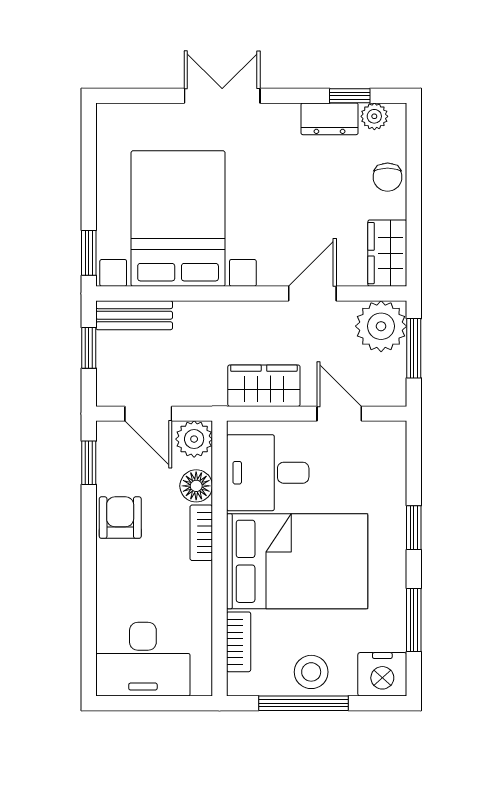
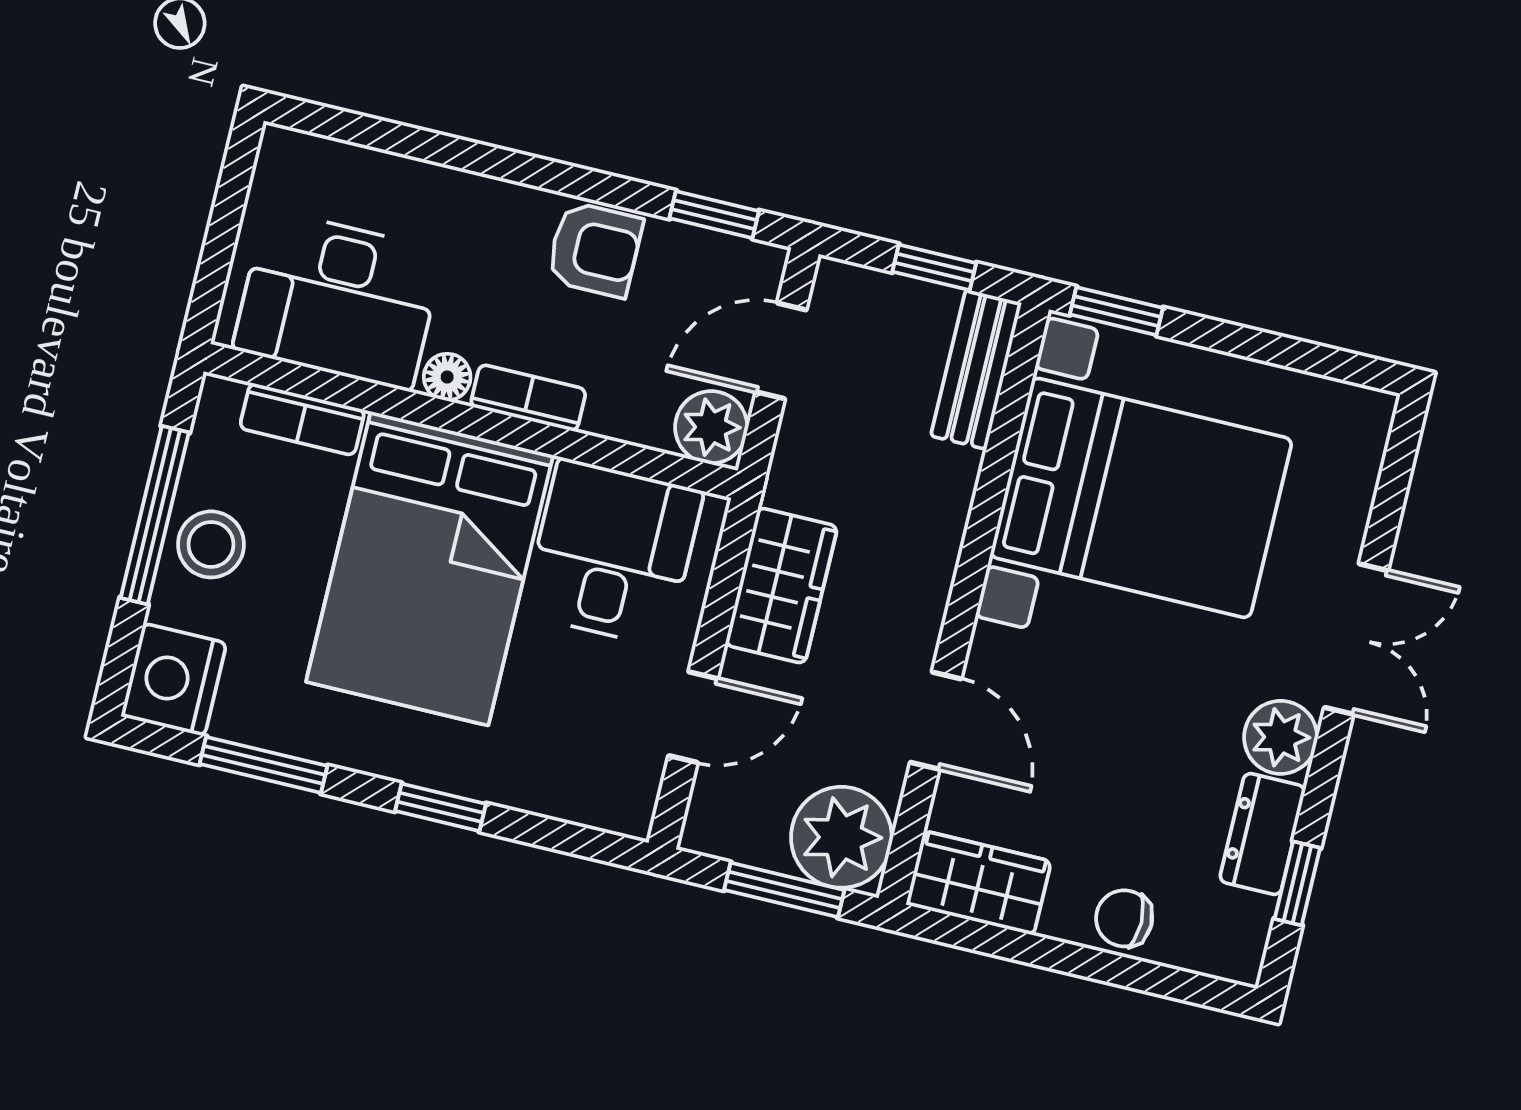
plant: (374, 116) -> (1281, 737), moved, width x1.38, depth x1.38
floor lamp: (196, 486) -> (447, 377), moved, width x0.73, depth x0.73
desk: (143, 659) -> (338, 300), moved, turned -90

